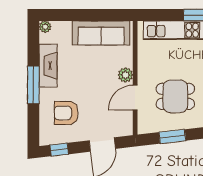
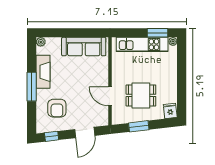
plant: (125, 75) -> (103, 79), removed
door: (135, 98) -> (110, 96), hinge flipped
armchair: (66, 113) -> (57, 108), turned -90

